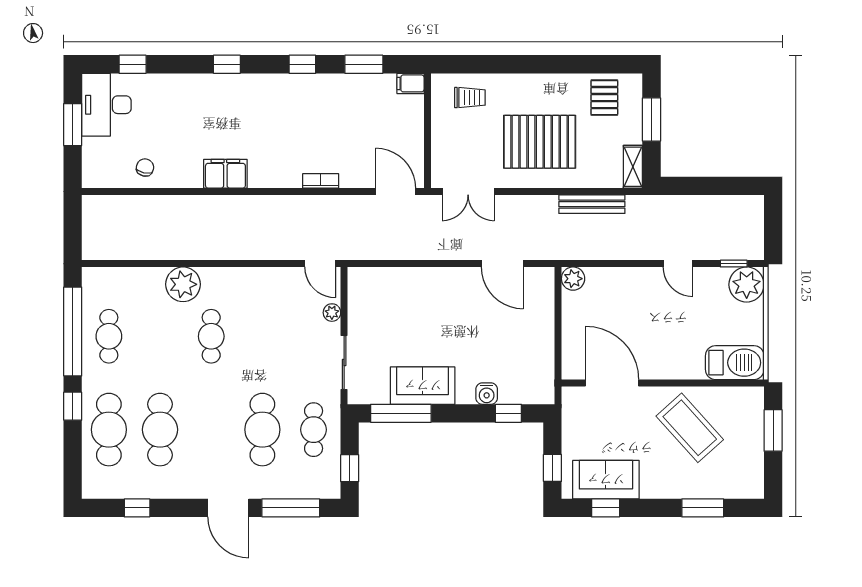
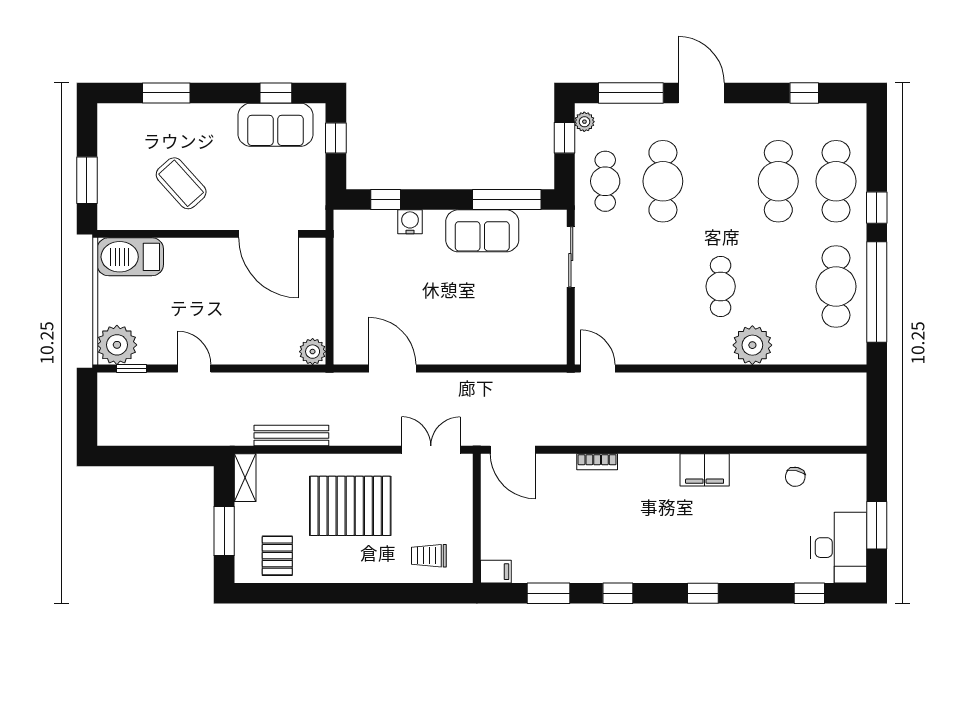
plant: (332, 313) -> (584, 122), moved
cafe table: (109, 336) -> (836, 286), width x1.37, depth x1.35
coffee table: (690, 428) -> (181, 183), width x0.73, depth x0.76

